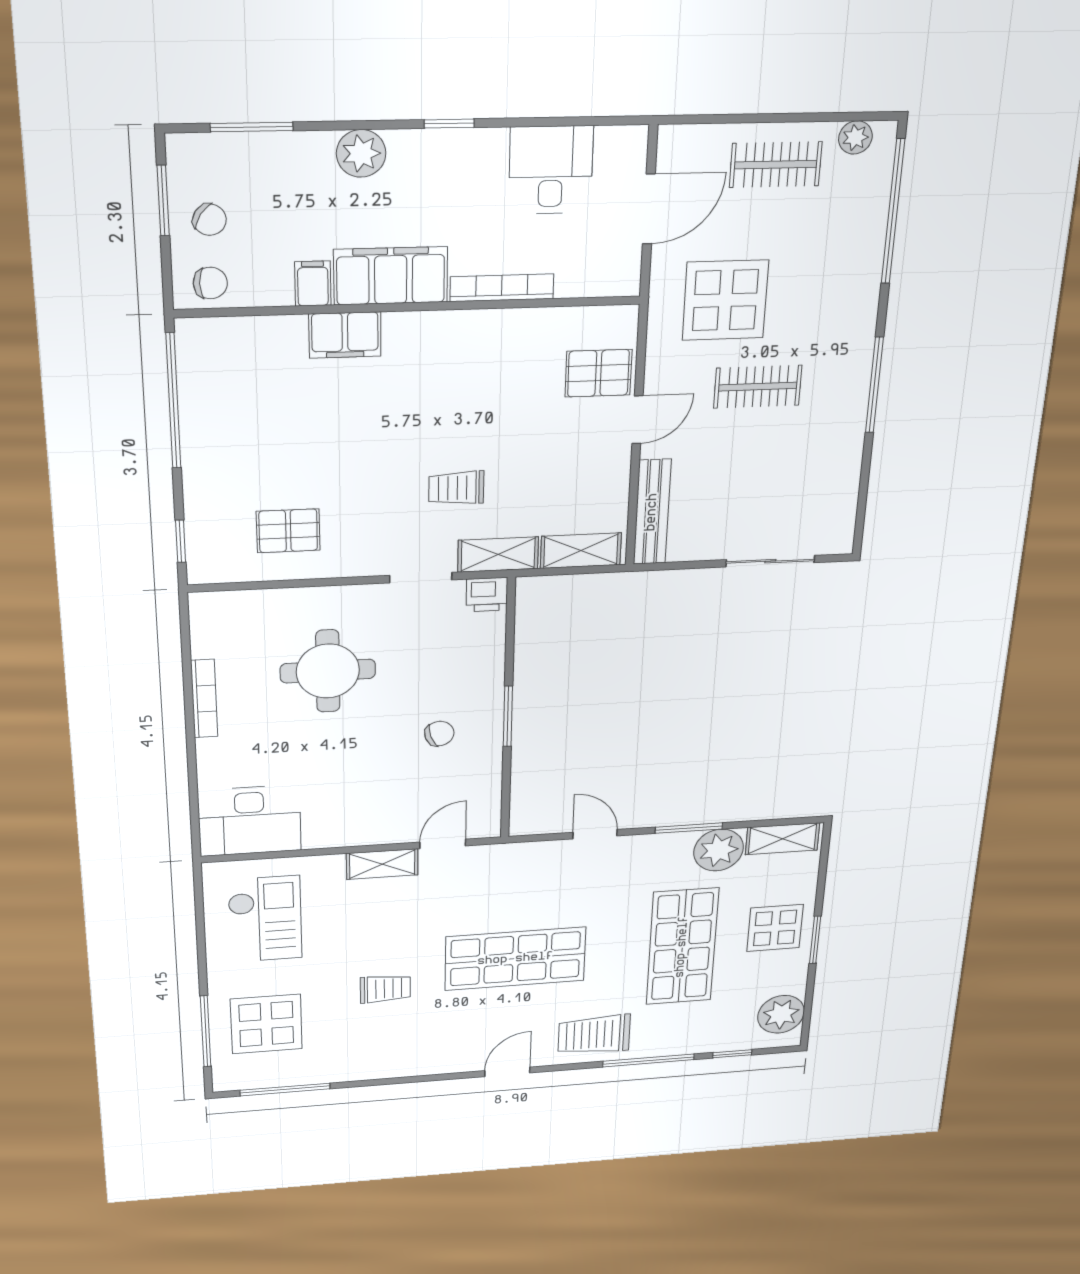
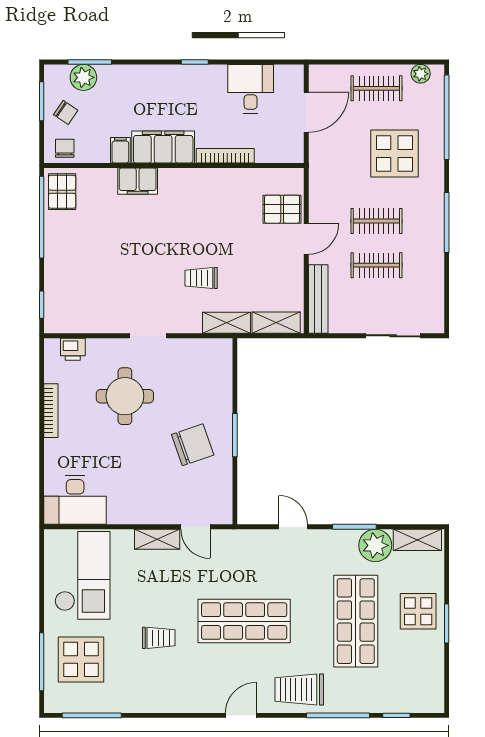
plant: (361, 153) -> (83, 77), moved
chair: (210, 283) -> (65, 148), turned -90
display table: (725, 300) -> (394, 154), moved
clothes rail: (752, 456) -> (376, 265), added
pallet: (288, 531) -> (62, 192), moved, turned 90
doorway: (421, 578) -> (148, 336), moved
printer: (487, 595) -> (73, 349), moved
chair: (439, 734) -> (193, 445), width x1.87, depth x1.87
door: (443, 844) -> (195, 527), swing flipped
checkout: (265, 919) -> (82, 575), width x1.36, depth x1.21
plant: (781, 1014) -> (428, 684), removed

